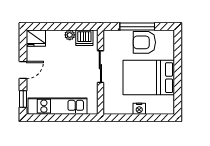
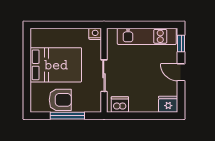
plant: (70, 35) -> (135, 107), removed
door: (23, 70) -> (181, 72), hinge flipped
nightstand: (139, 109) -> (95, 34), moved

